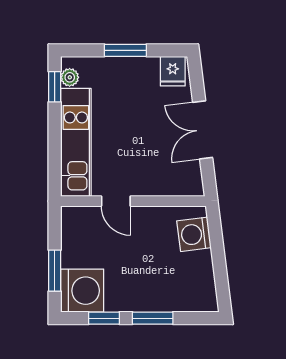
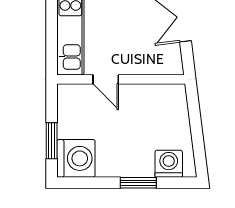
washing machine: (194, 234) -> (169, 164), moved, turned 97
window: (104, 318) -> (95, 183), removed

